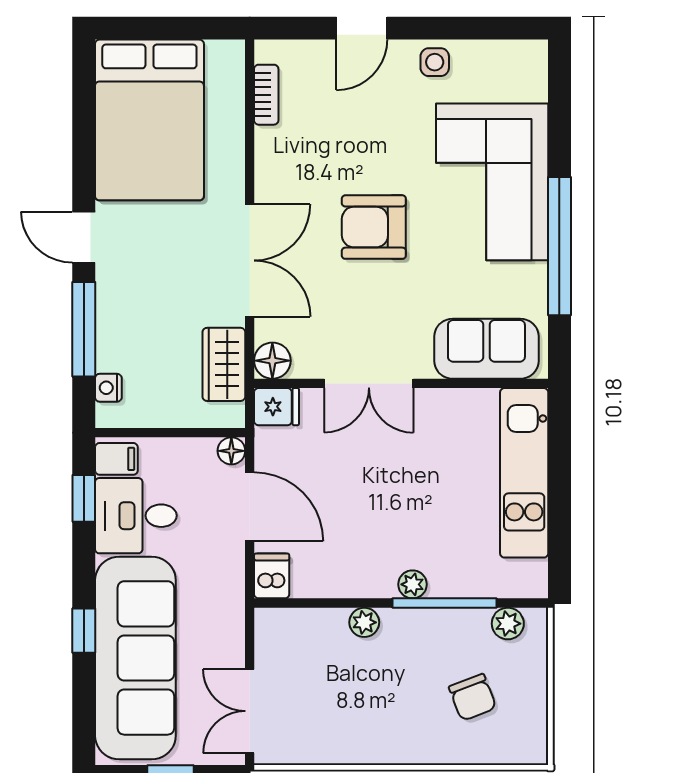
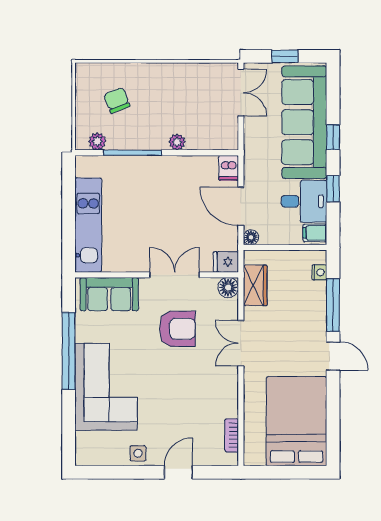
armchair: (374, 227) -> (177, 329), moved
double door: (250, 260) -> (241, 343), width x0.73
window: (84, 498) -> (333, 189), moved
plant: (413, 584) -> (150, 163), removed

